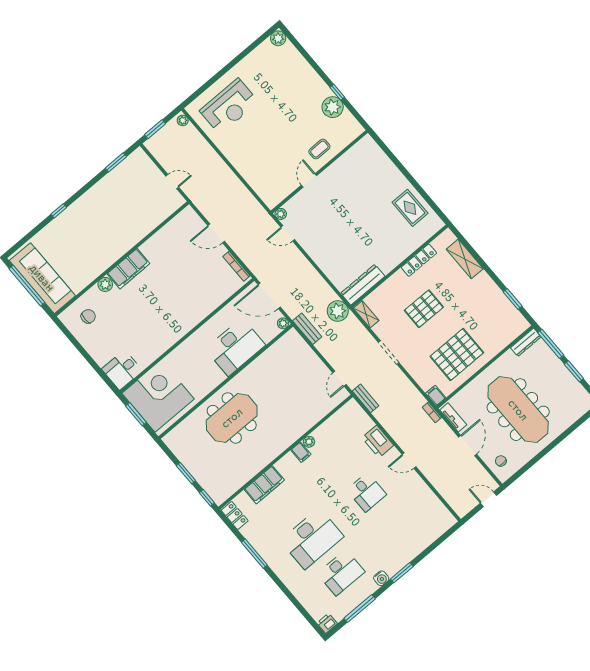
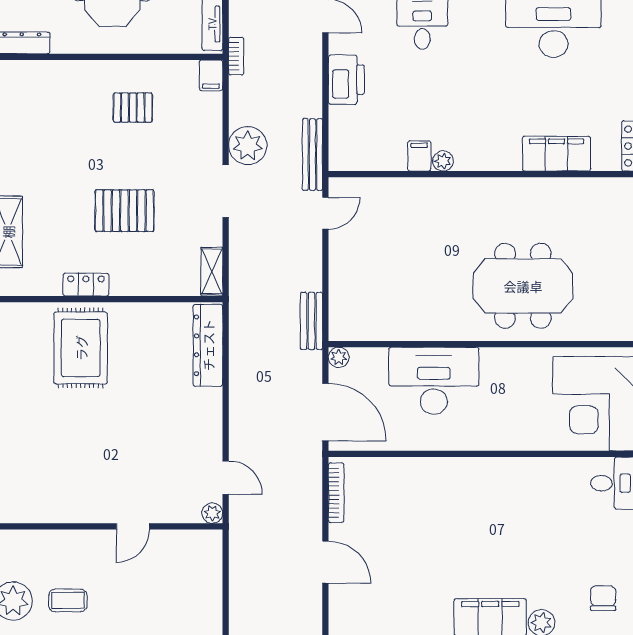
coffee table: (319, 149) -> (68, 600), moved
rug: (410, 208) -> (81, 348), moved, width x1.36, depth x1.43
locker: (419, 260) -> (86, 285), width x0.66
dresser: (363, 285) -> (208, 345), moved, turned 90
plant: (338, 311) -> (248, 146), moved
chair: (88, 316) -> (603, 598), turned 90
pallet: (457, 355) -> (133, 107), width x0.49, depth x0.50
bench: (366, 398) -> (312, 155), width x1.36
filing cabinet: (301, 452) -> (419, 156), moved

